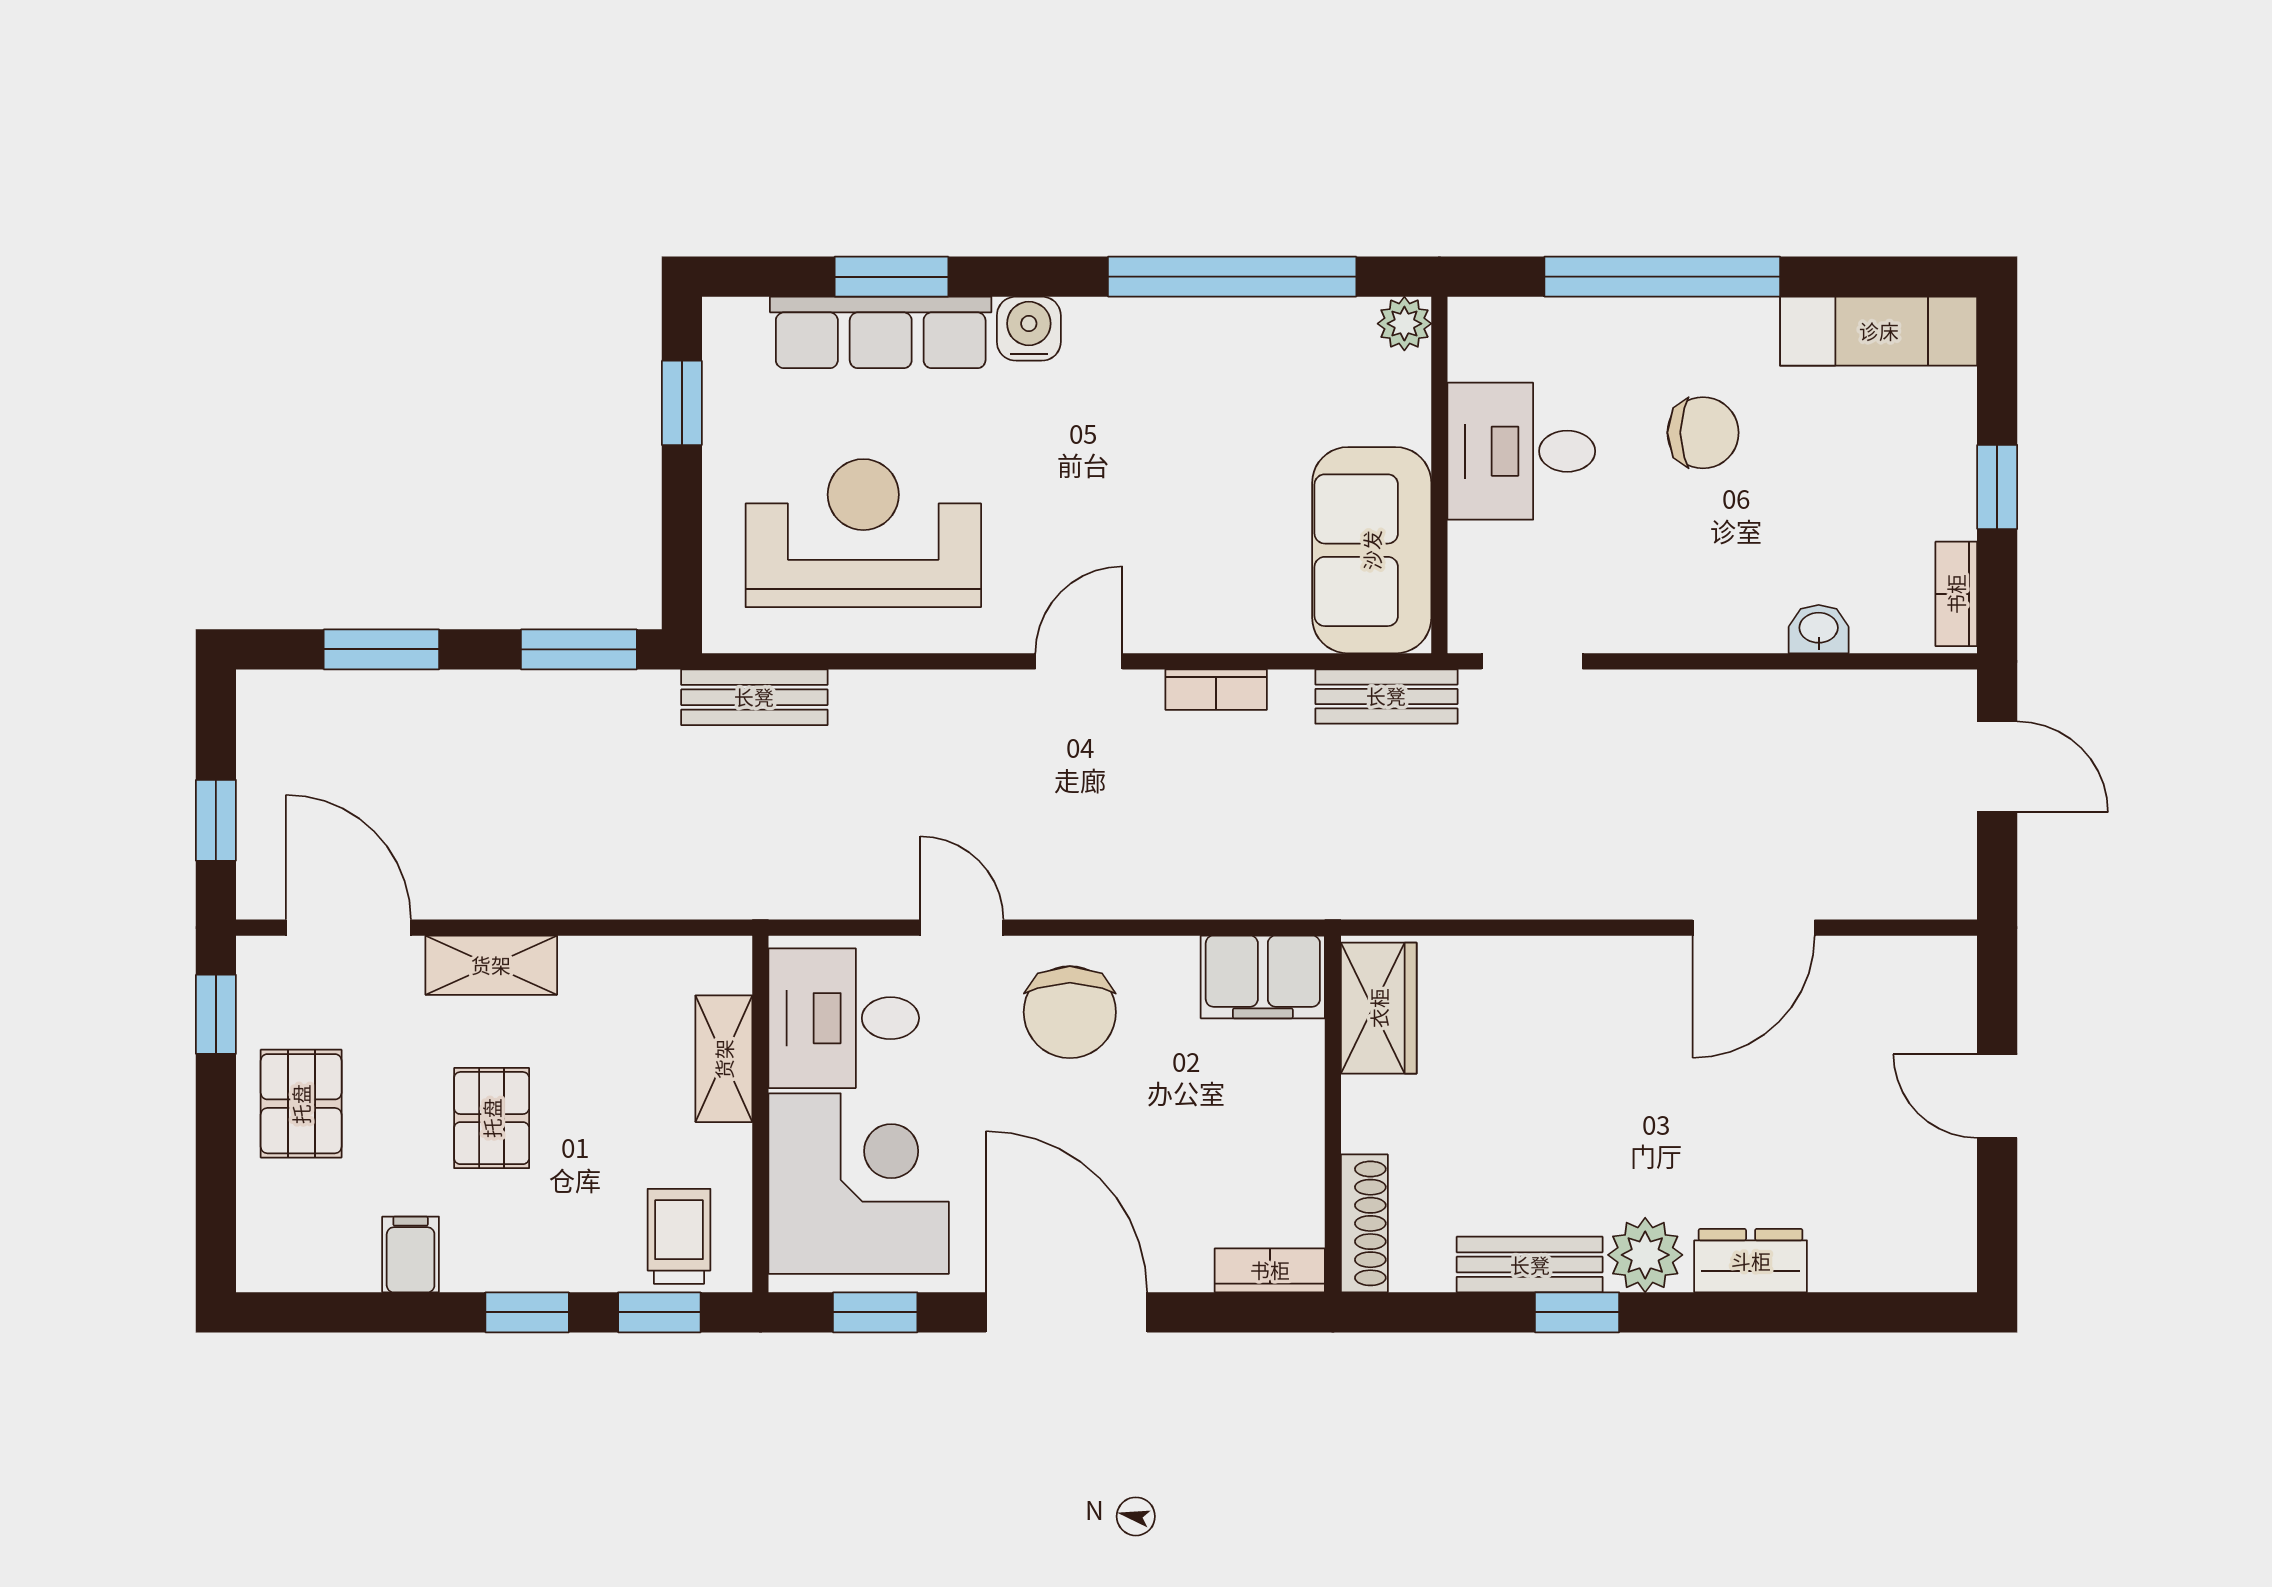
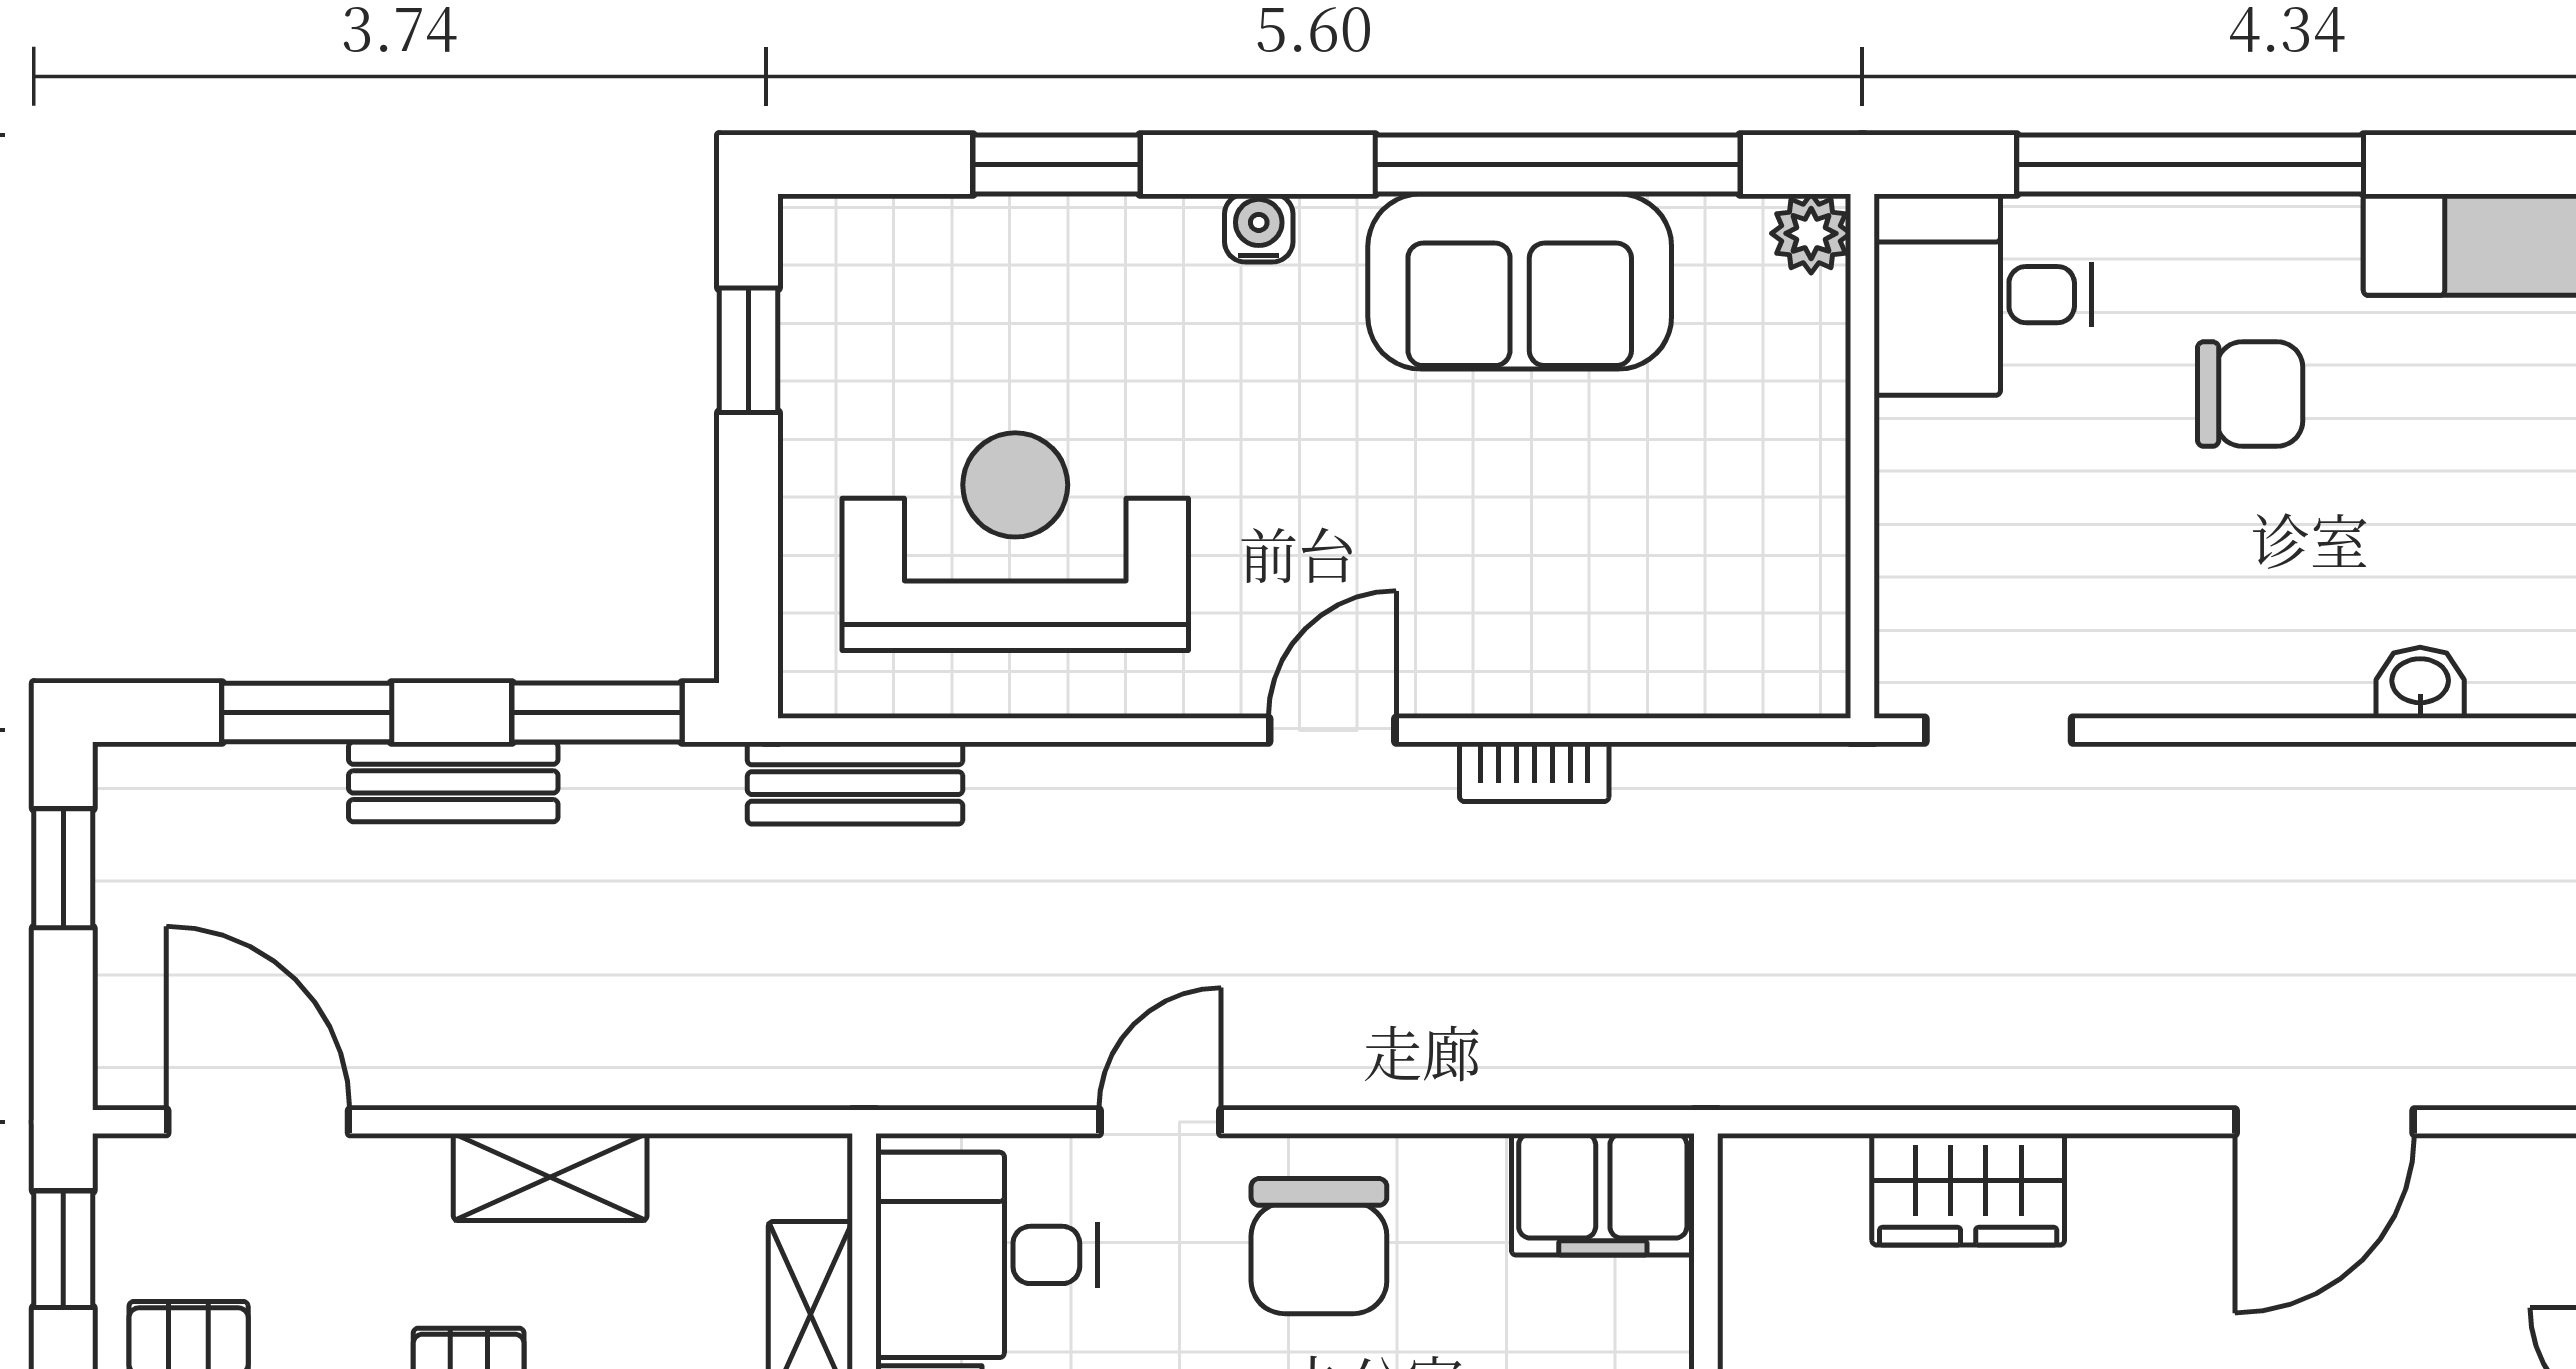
water cooler: (1029, 329) -> (1259, 228), width x0.72, depth x0.72
row of seats: (881, 332) -> (1041, 246), removed
desk: (1521, 451) -> (1983, 295), moved
sofa: (1372, 550) -> (1520, 282), moved, turned -90
bench: (1386, 696) -> (453, 782), moved
window: (216, 820) -> (63, 868), moved
door: (962, 928) -> (1160, 1122), hinge flipped
shelving: (491, 965) -> (550, 1177), moved
wardrobe: (1379, 1008) -> (1968, 1189), moved, turned 90

